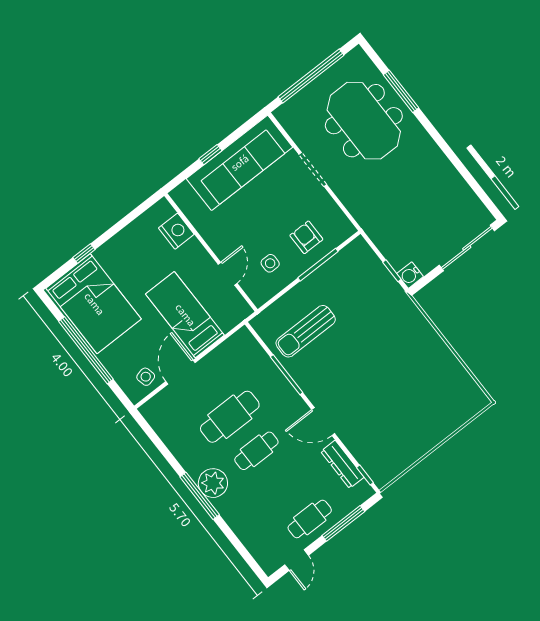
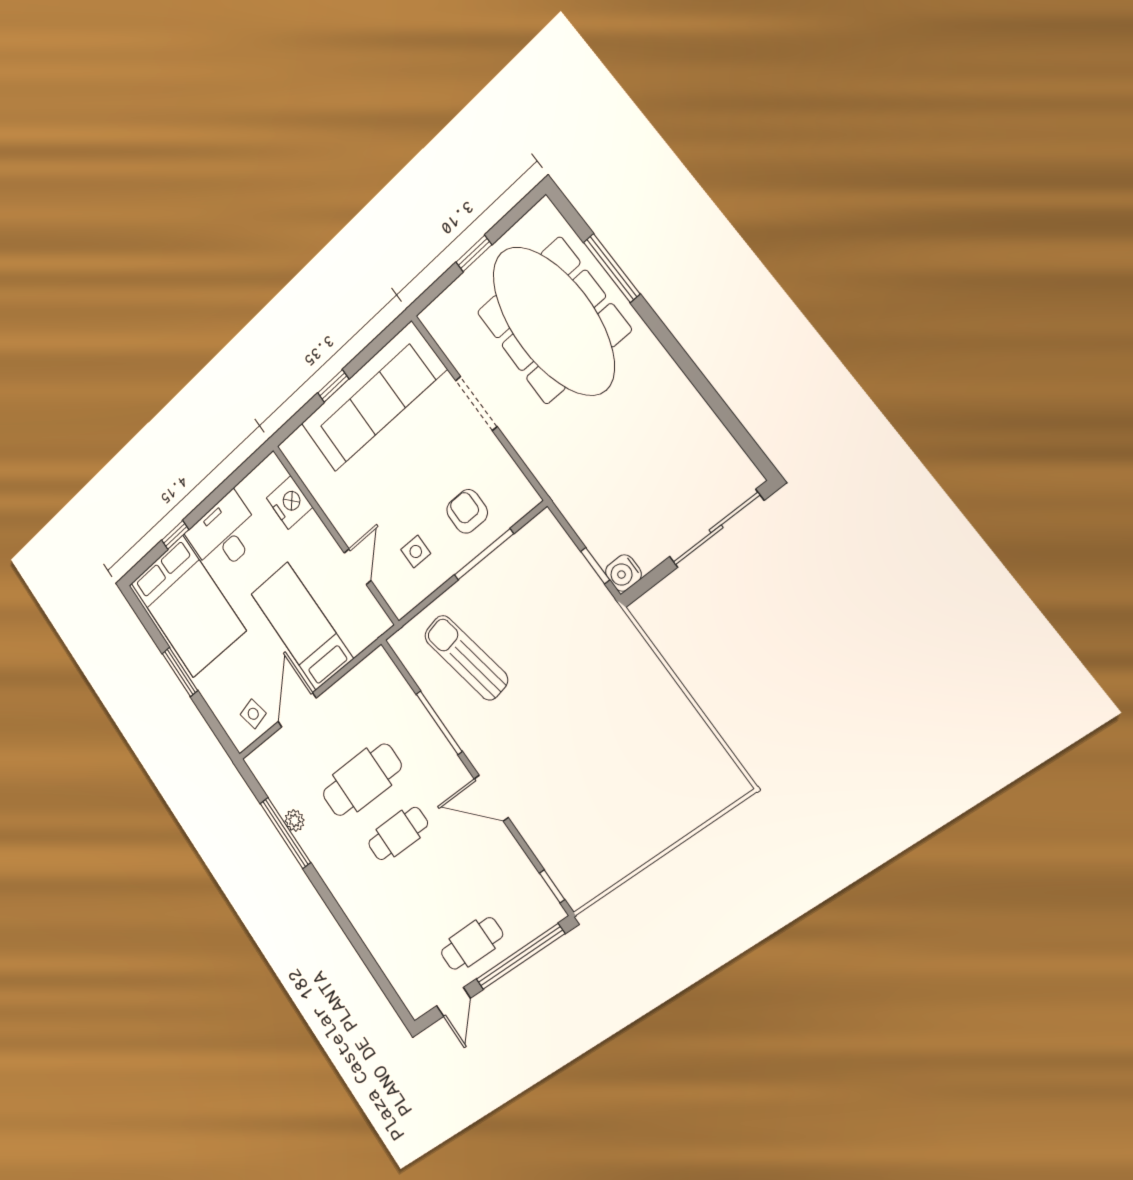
window: (311, 76) -> (474, 253), width x0.32
meeting table: (364, 121) -> (553, 321), width x1.36
desk: (124, 253) -> (224, 534), added
sun lounger: (306, 331) -> (466, 658), turned 79
window: (86, 350) -> (180, 672), width x0.47
dresser: (342, 464) -> (519, 866), removed
plant: (213, 483) -> (295, 820), moved, width x0.53, depth x0.53
window: (200, 496) -> (285, 833), moved
window: (343, 523) -> (520, 957), width x1.46

